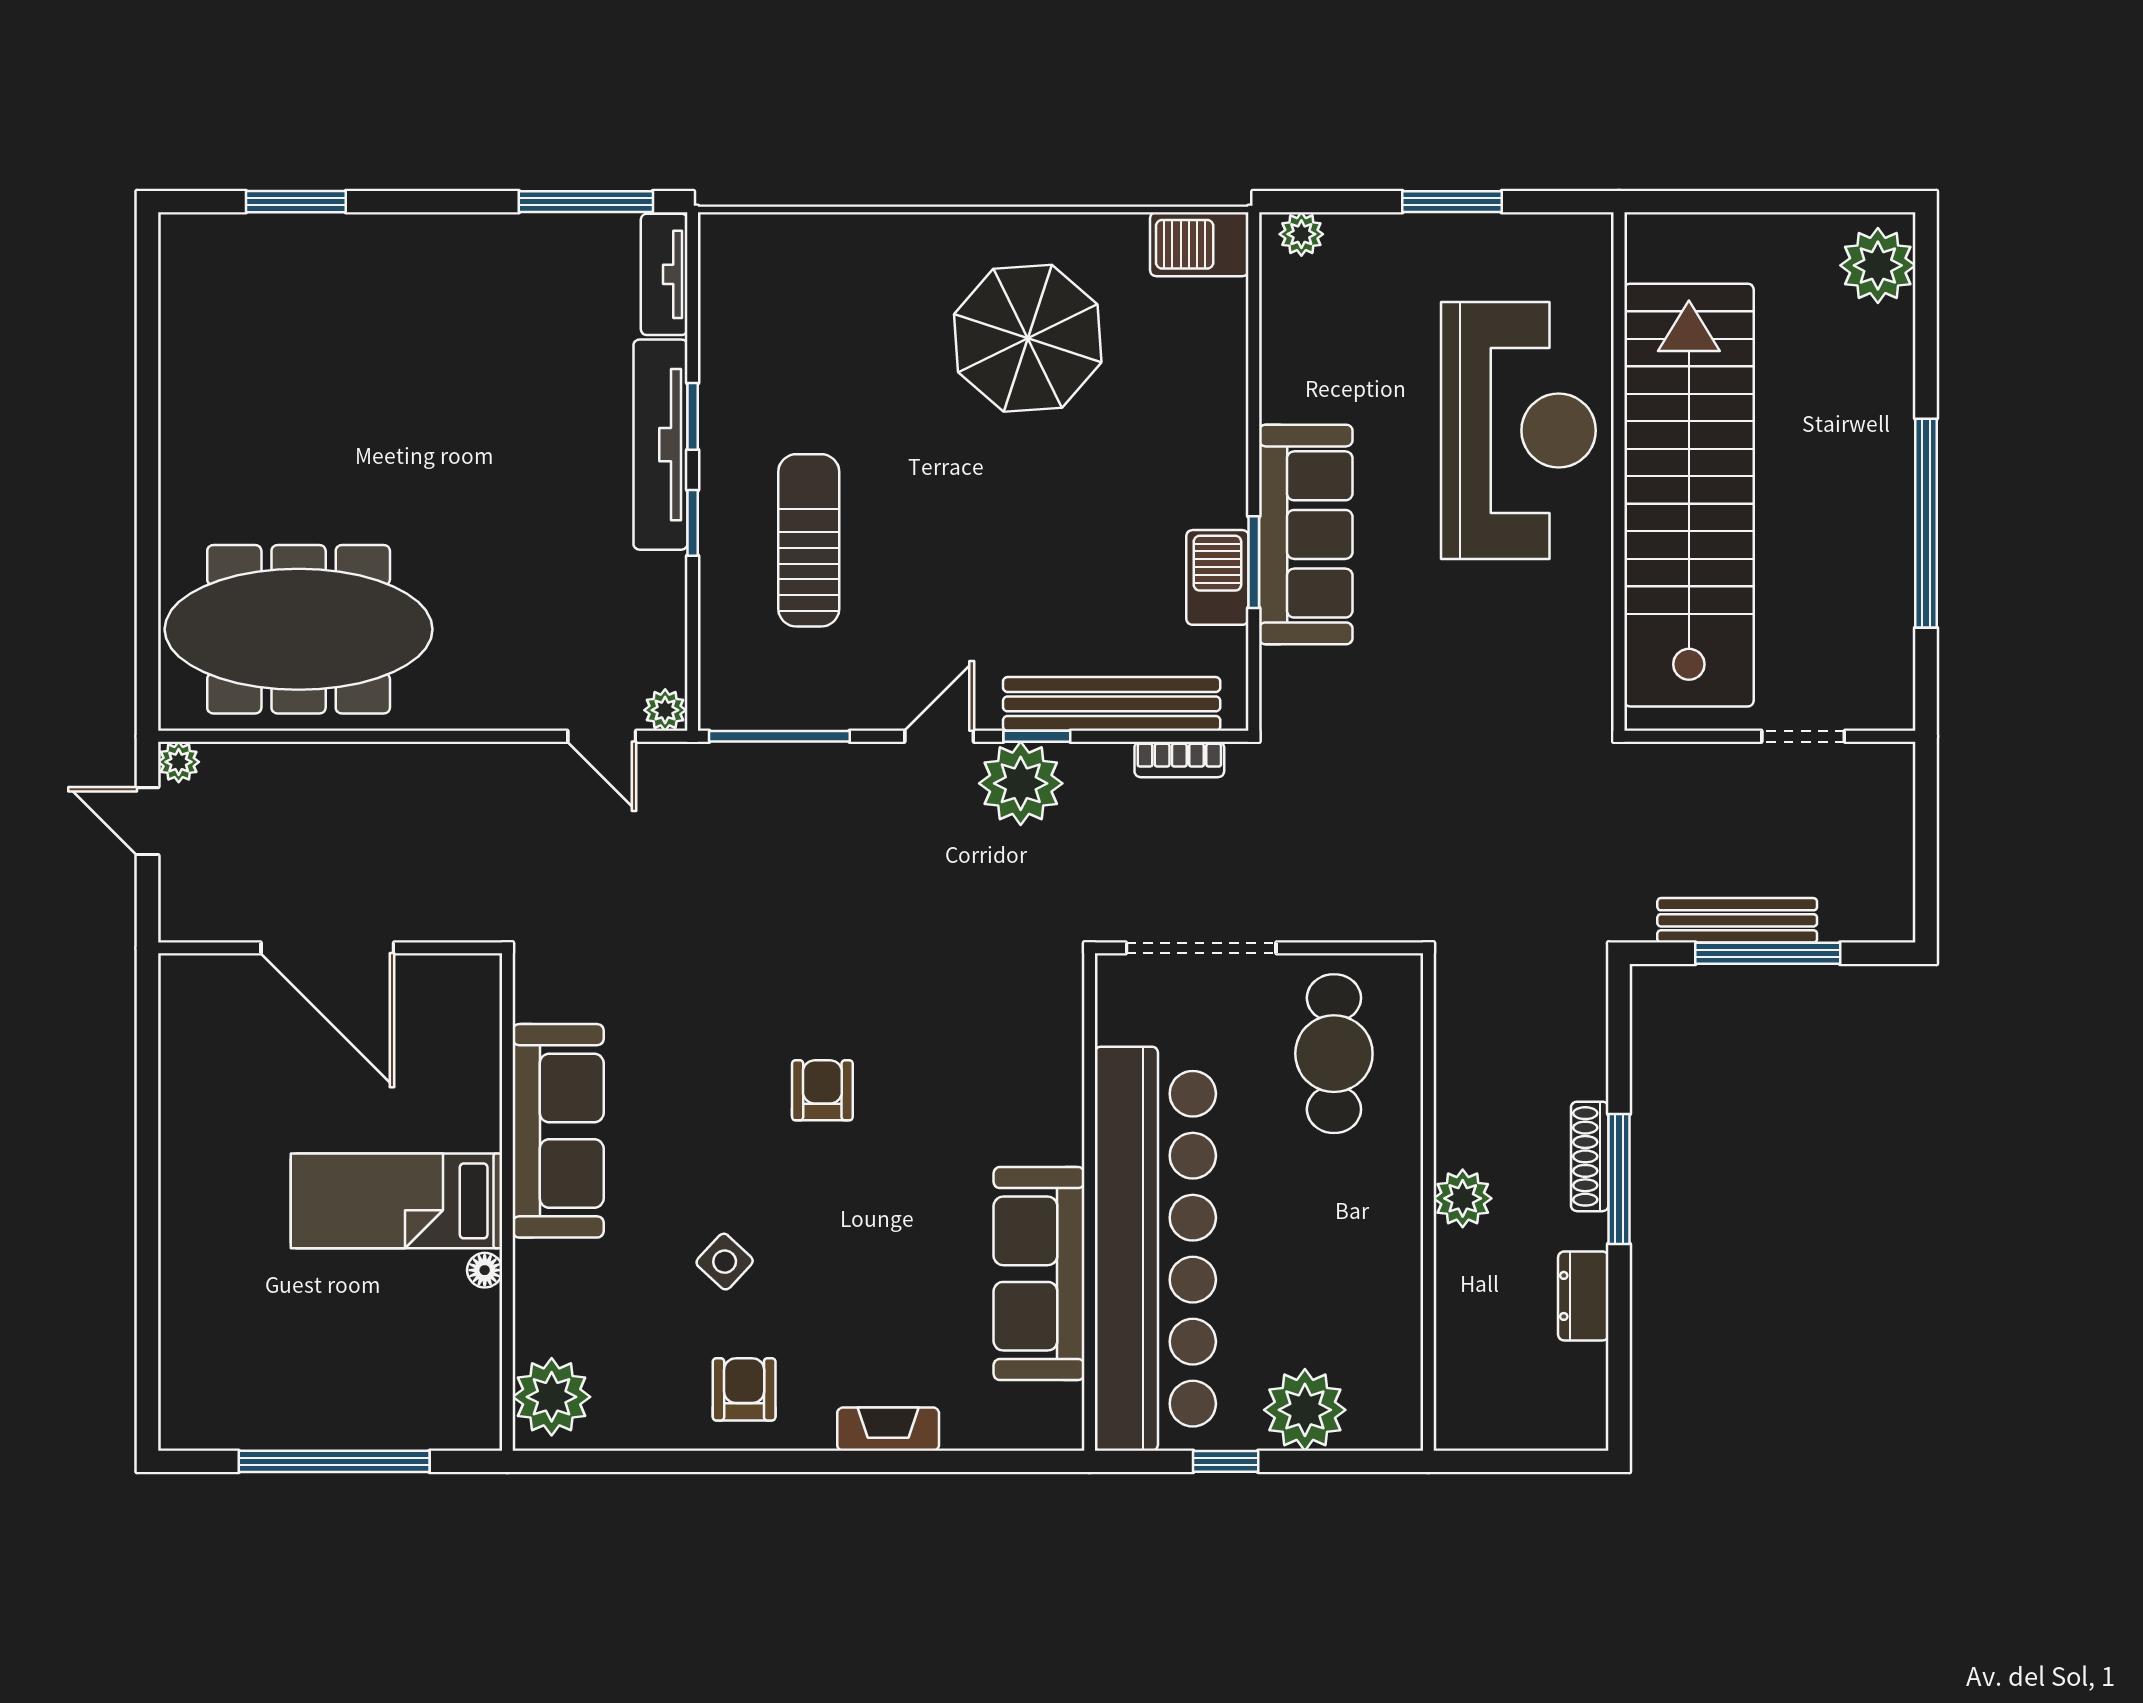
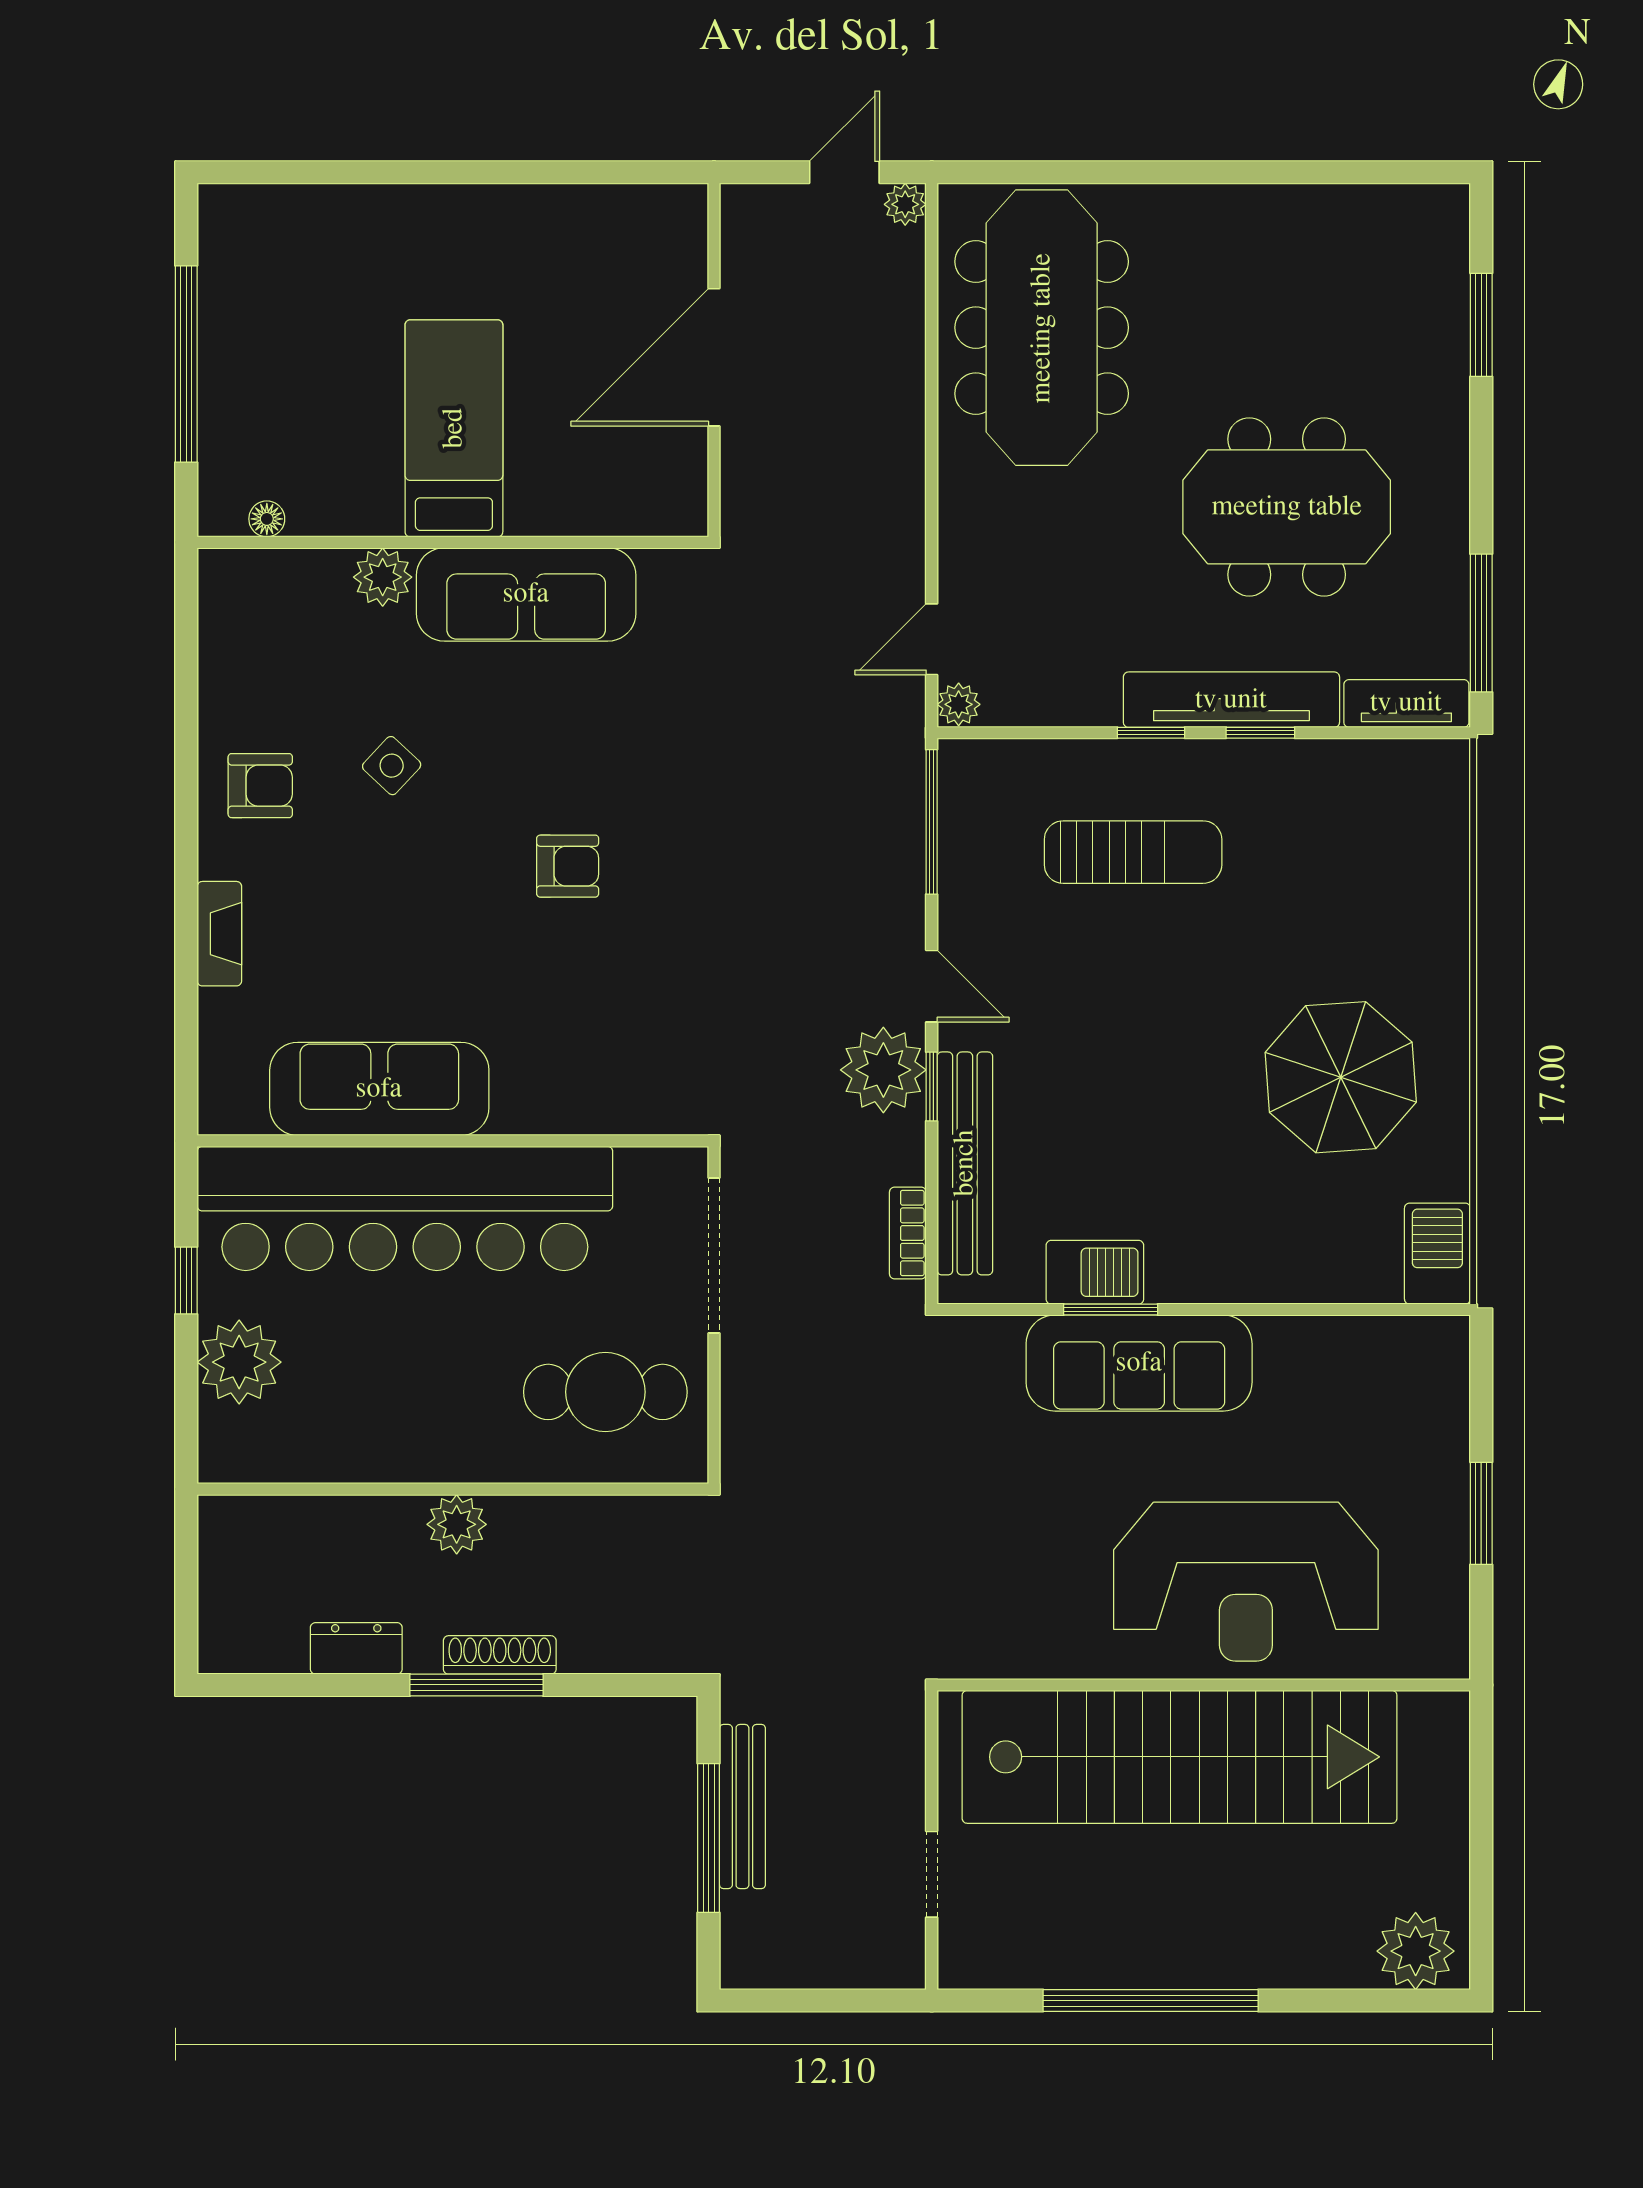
plant: (1301, 234) -> (1448, 1358), removed
meeting table: (473, 391) -> (1287, 507), added
floor lamp: (485, 1270) -> (267, 519), moved
plant: (552, 1397) -> (383, 577), moved, width x0.73, depth x0.73

